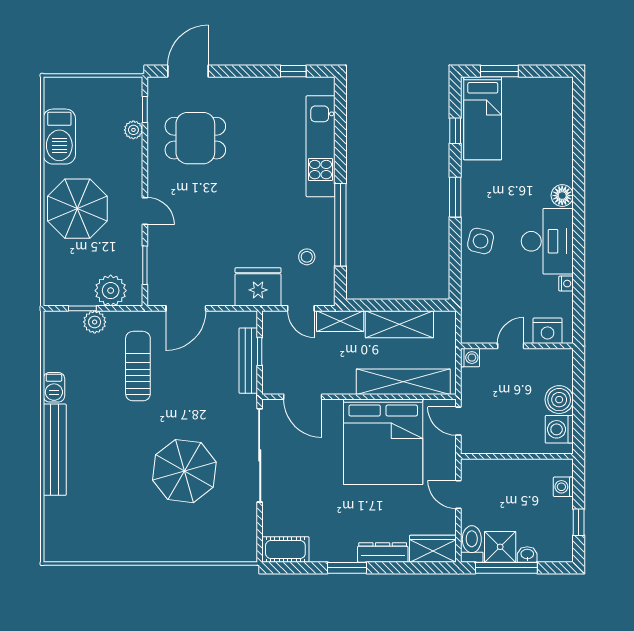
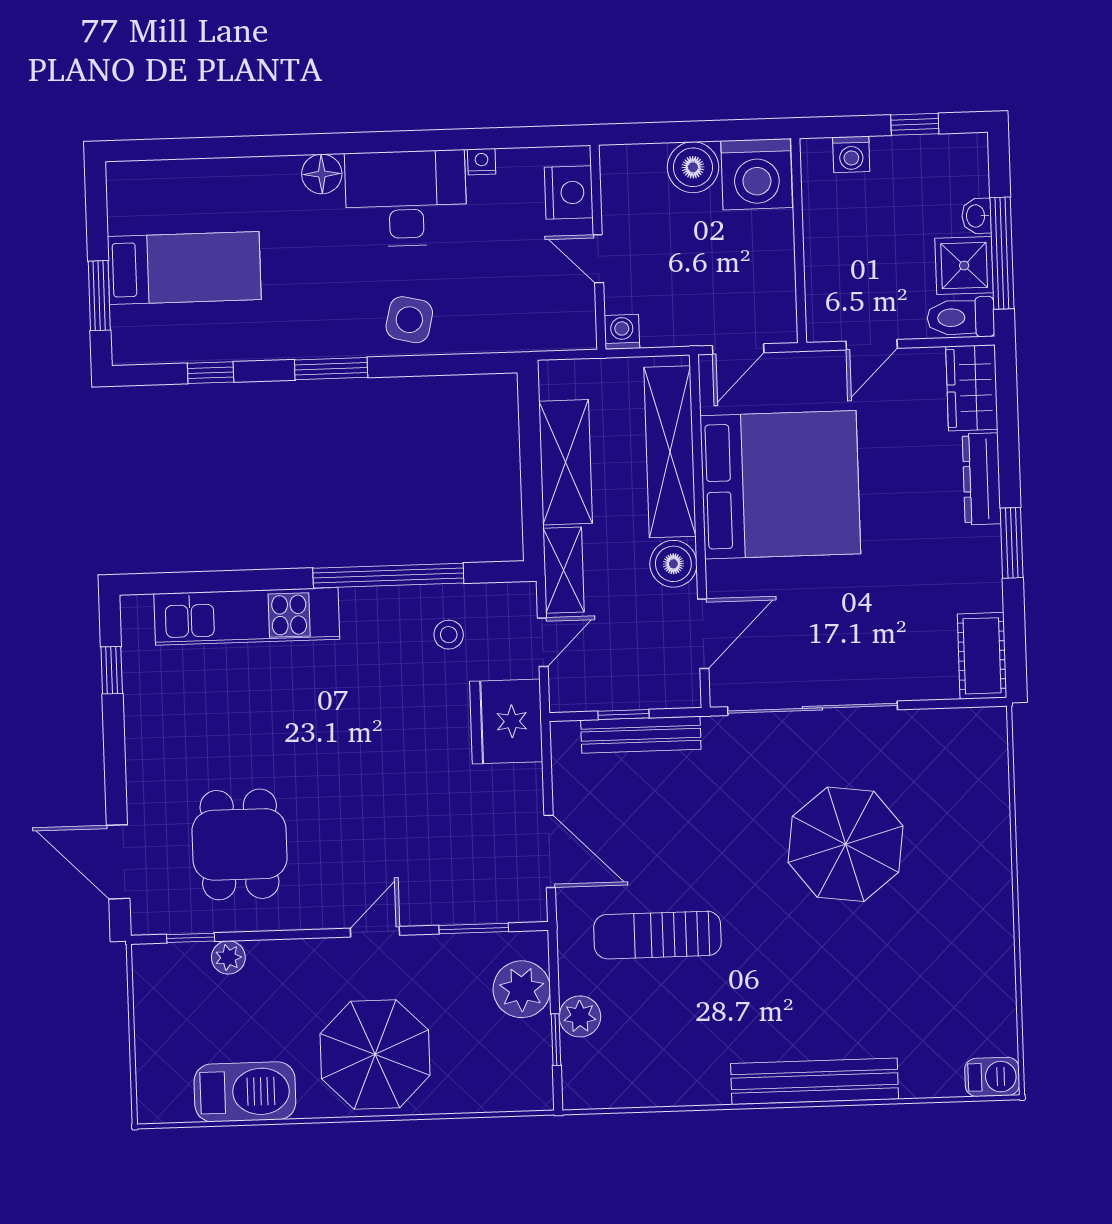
bed: (483, 118) -> (184, 268), moved
boiler: (342, 382) -> (673, 564), added
barbecue: (54, 387) -> (992, 1077), moved
washing machine: (559, 429) -> (757, 174), width x1.37, depth x1.37

